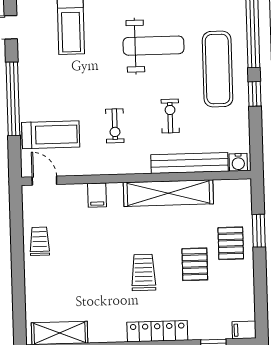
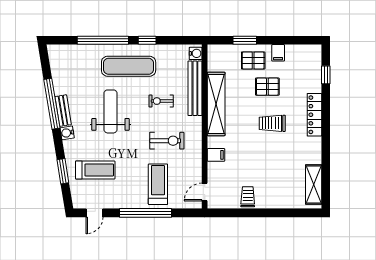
exercise bike: (115, 126) -> (167, 141), width x1.38, depth x1.39
treadmill: (51, 135) -> (158, 184), moved
trolley: (40, 241) -> (248, 197), turned 90
filing cabinet: (244, 330) -> (278, 53), moved

